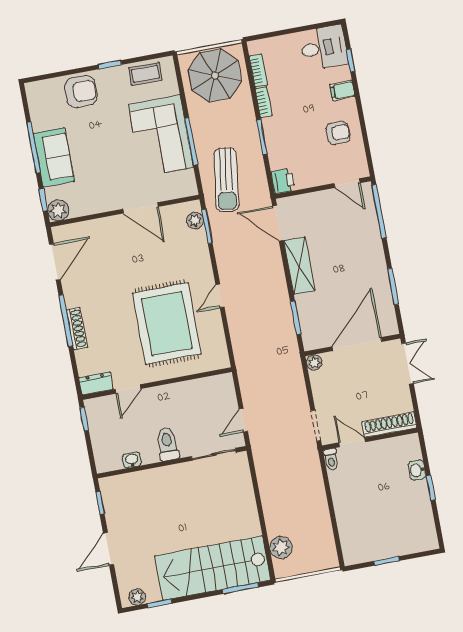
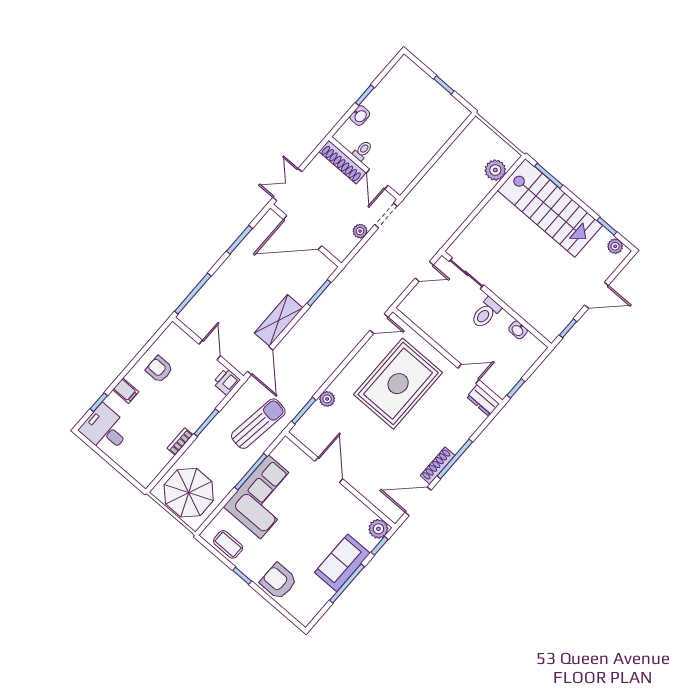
bookcase: (258, 71) -> (160, 464), removed
door: (347, 183) -> (210, 350), moved
plant: (195, 221) -> (327, 399), moved
door: (220, 296) -> (379, 324), moved
shoe rack: (77, 329) -> (438, 466), moved
plant: (314, 363) -> (360, 231), moved
toilet: (331, 459) -> (362, 151), moved

